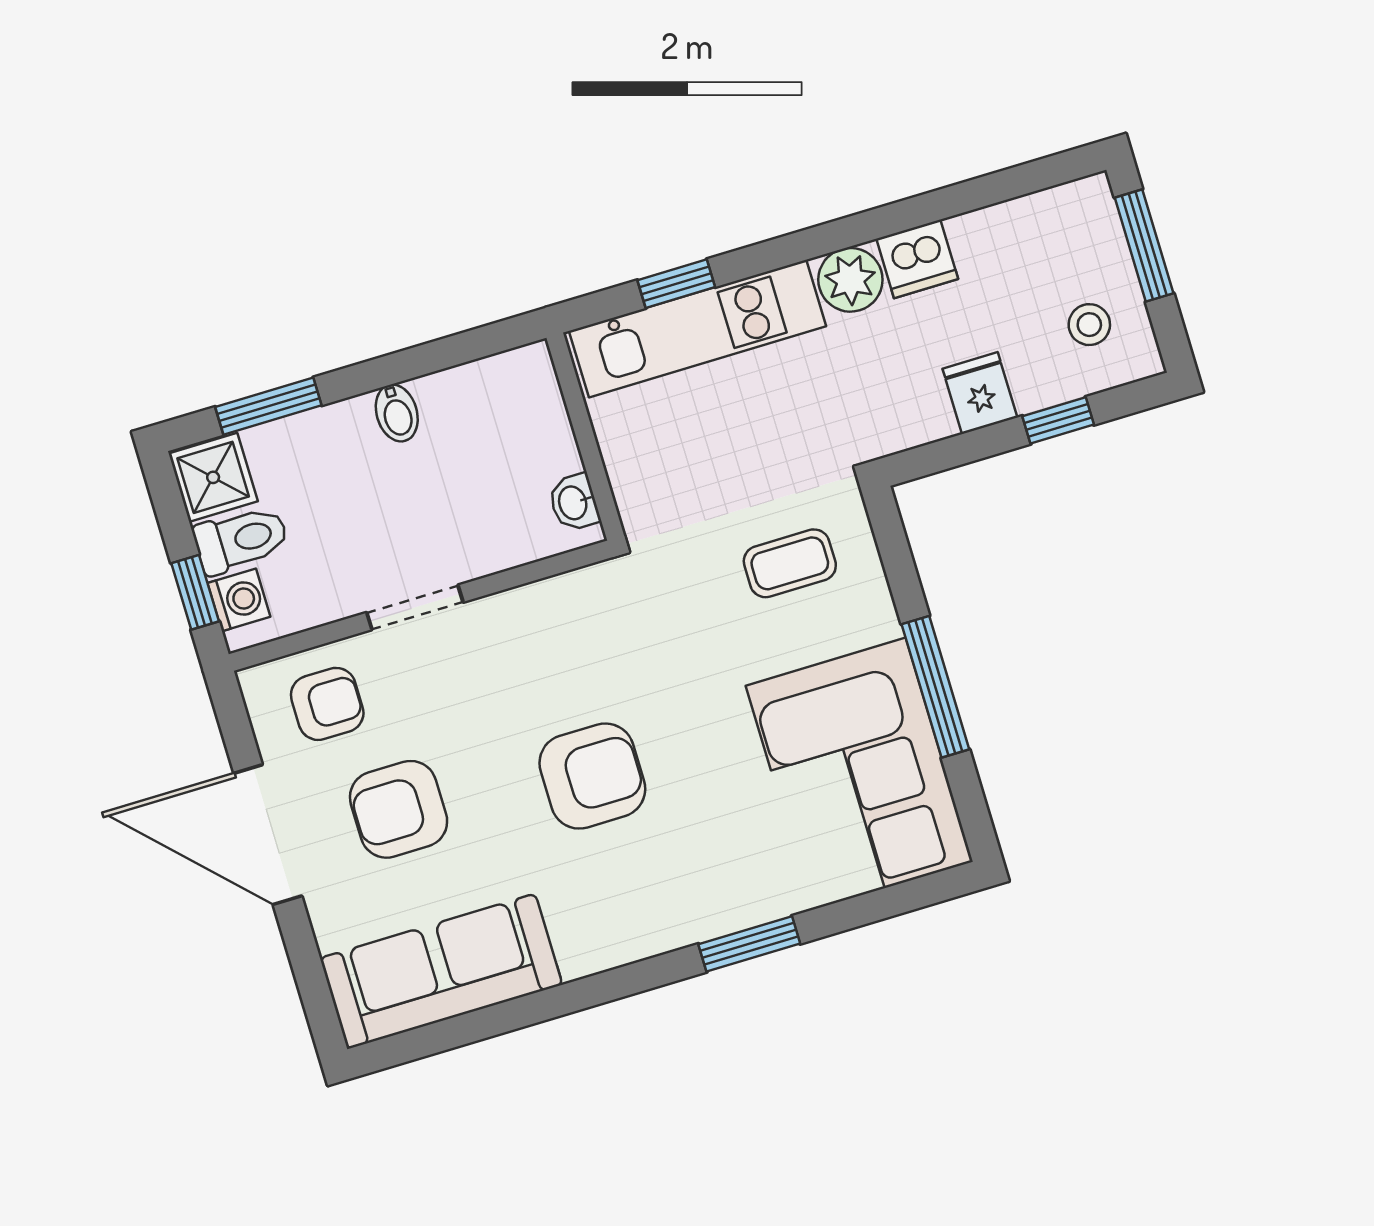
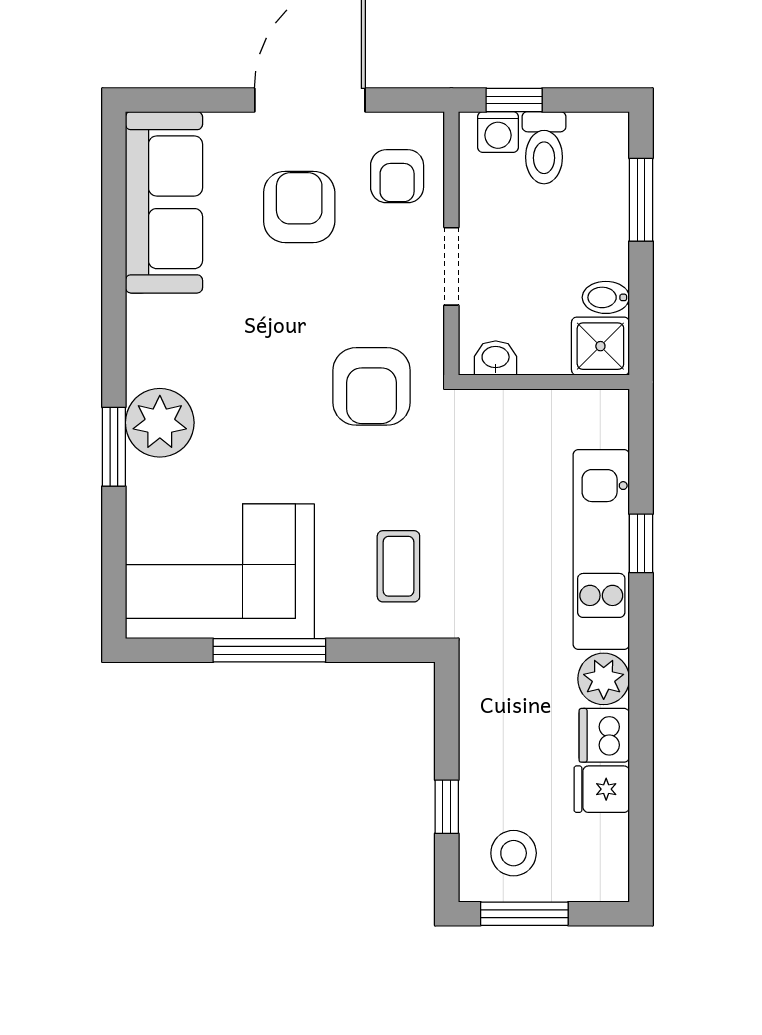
window: (1144, 246) -> (524, 914), moved
stool: (1089, 325) -> (514, 853), width x1.37, depth x1.37
fridge: (980, 393) -> (602, 789), moved, turned 180
wall: (585, 437) -> (544, 382), moved
shower: (213, 477) -> (600, 346), moved
washbasin: (574, 502) -> (496, 358), moved
armchair: (592, 776) -> (371, 386), moved
plant: (704, 898) -> (160, 423), added

